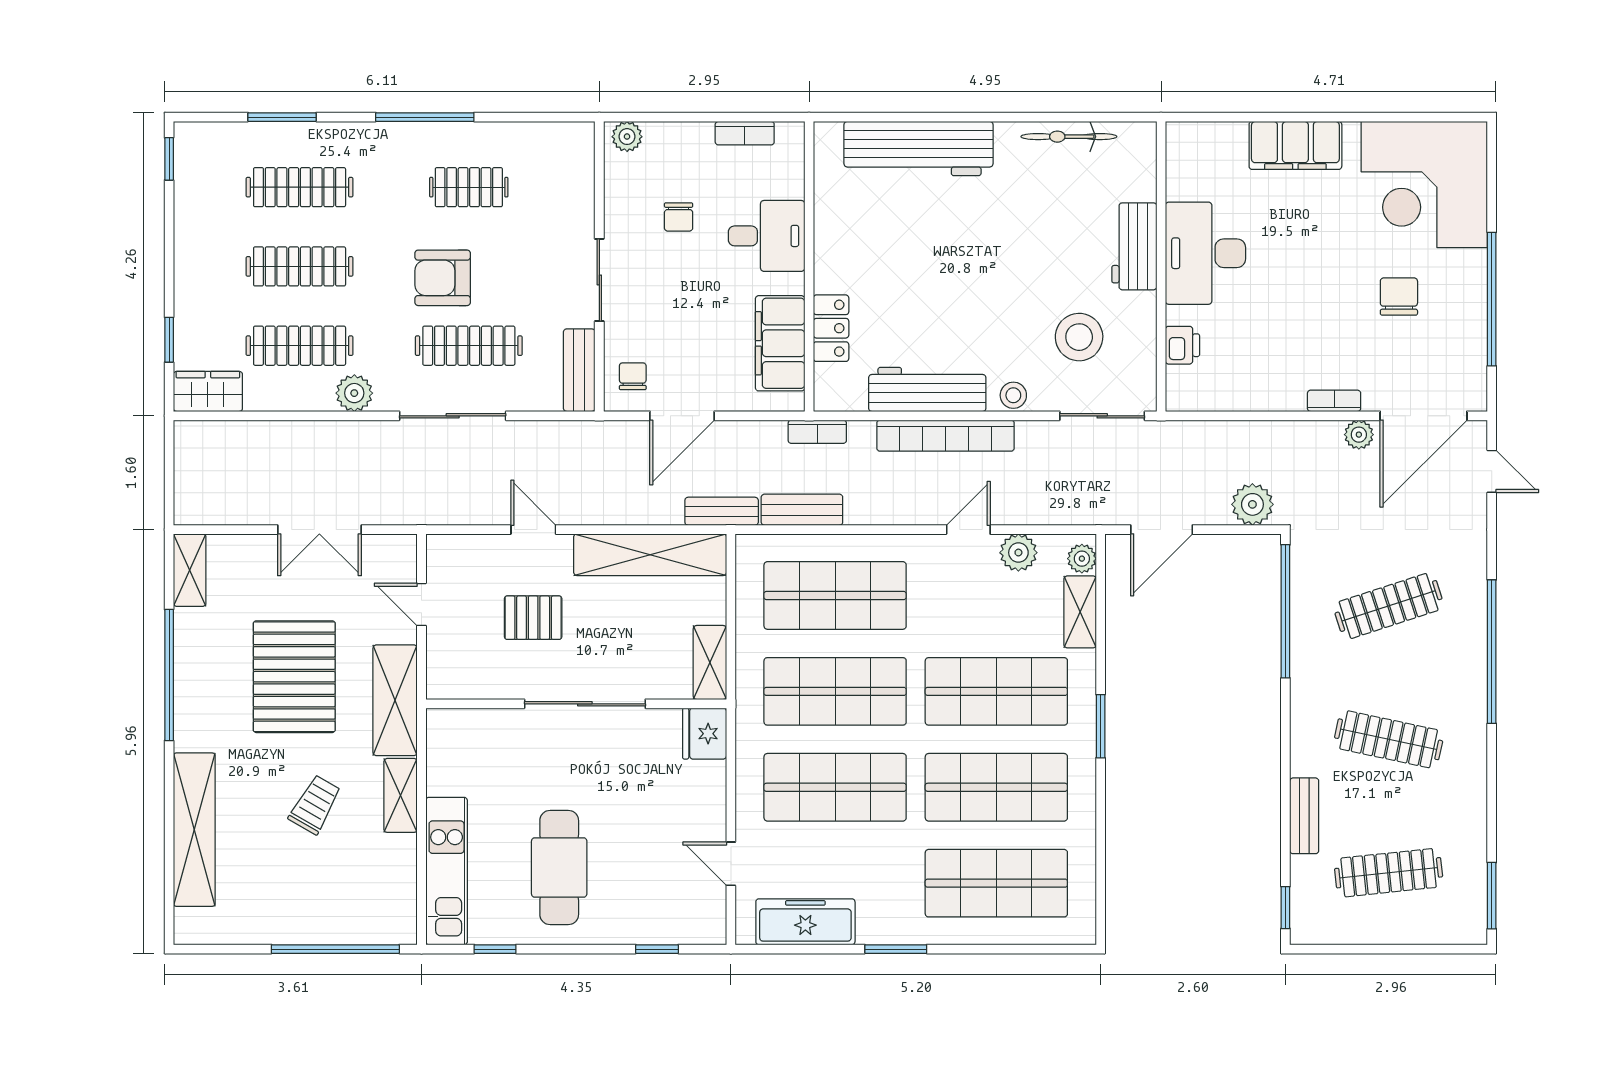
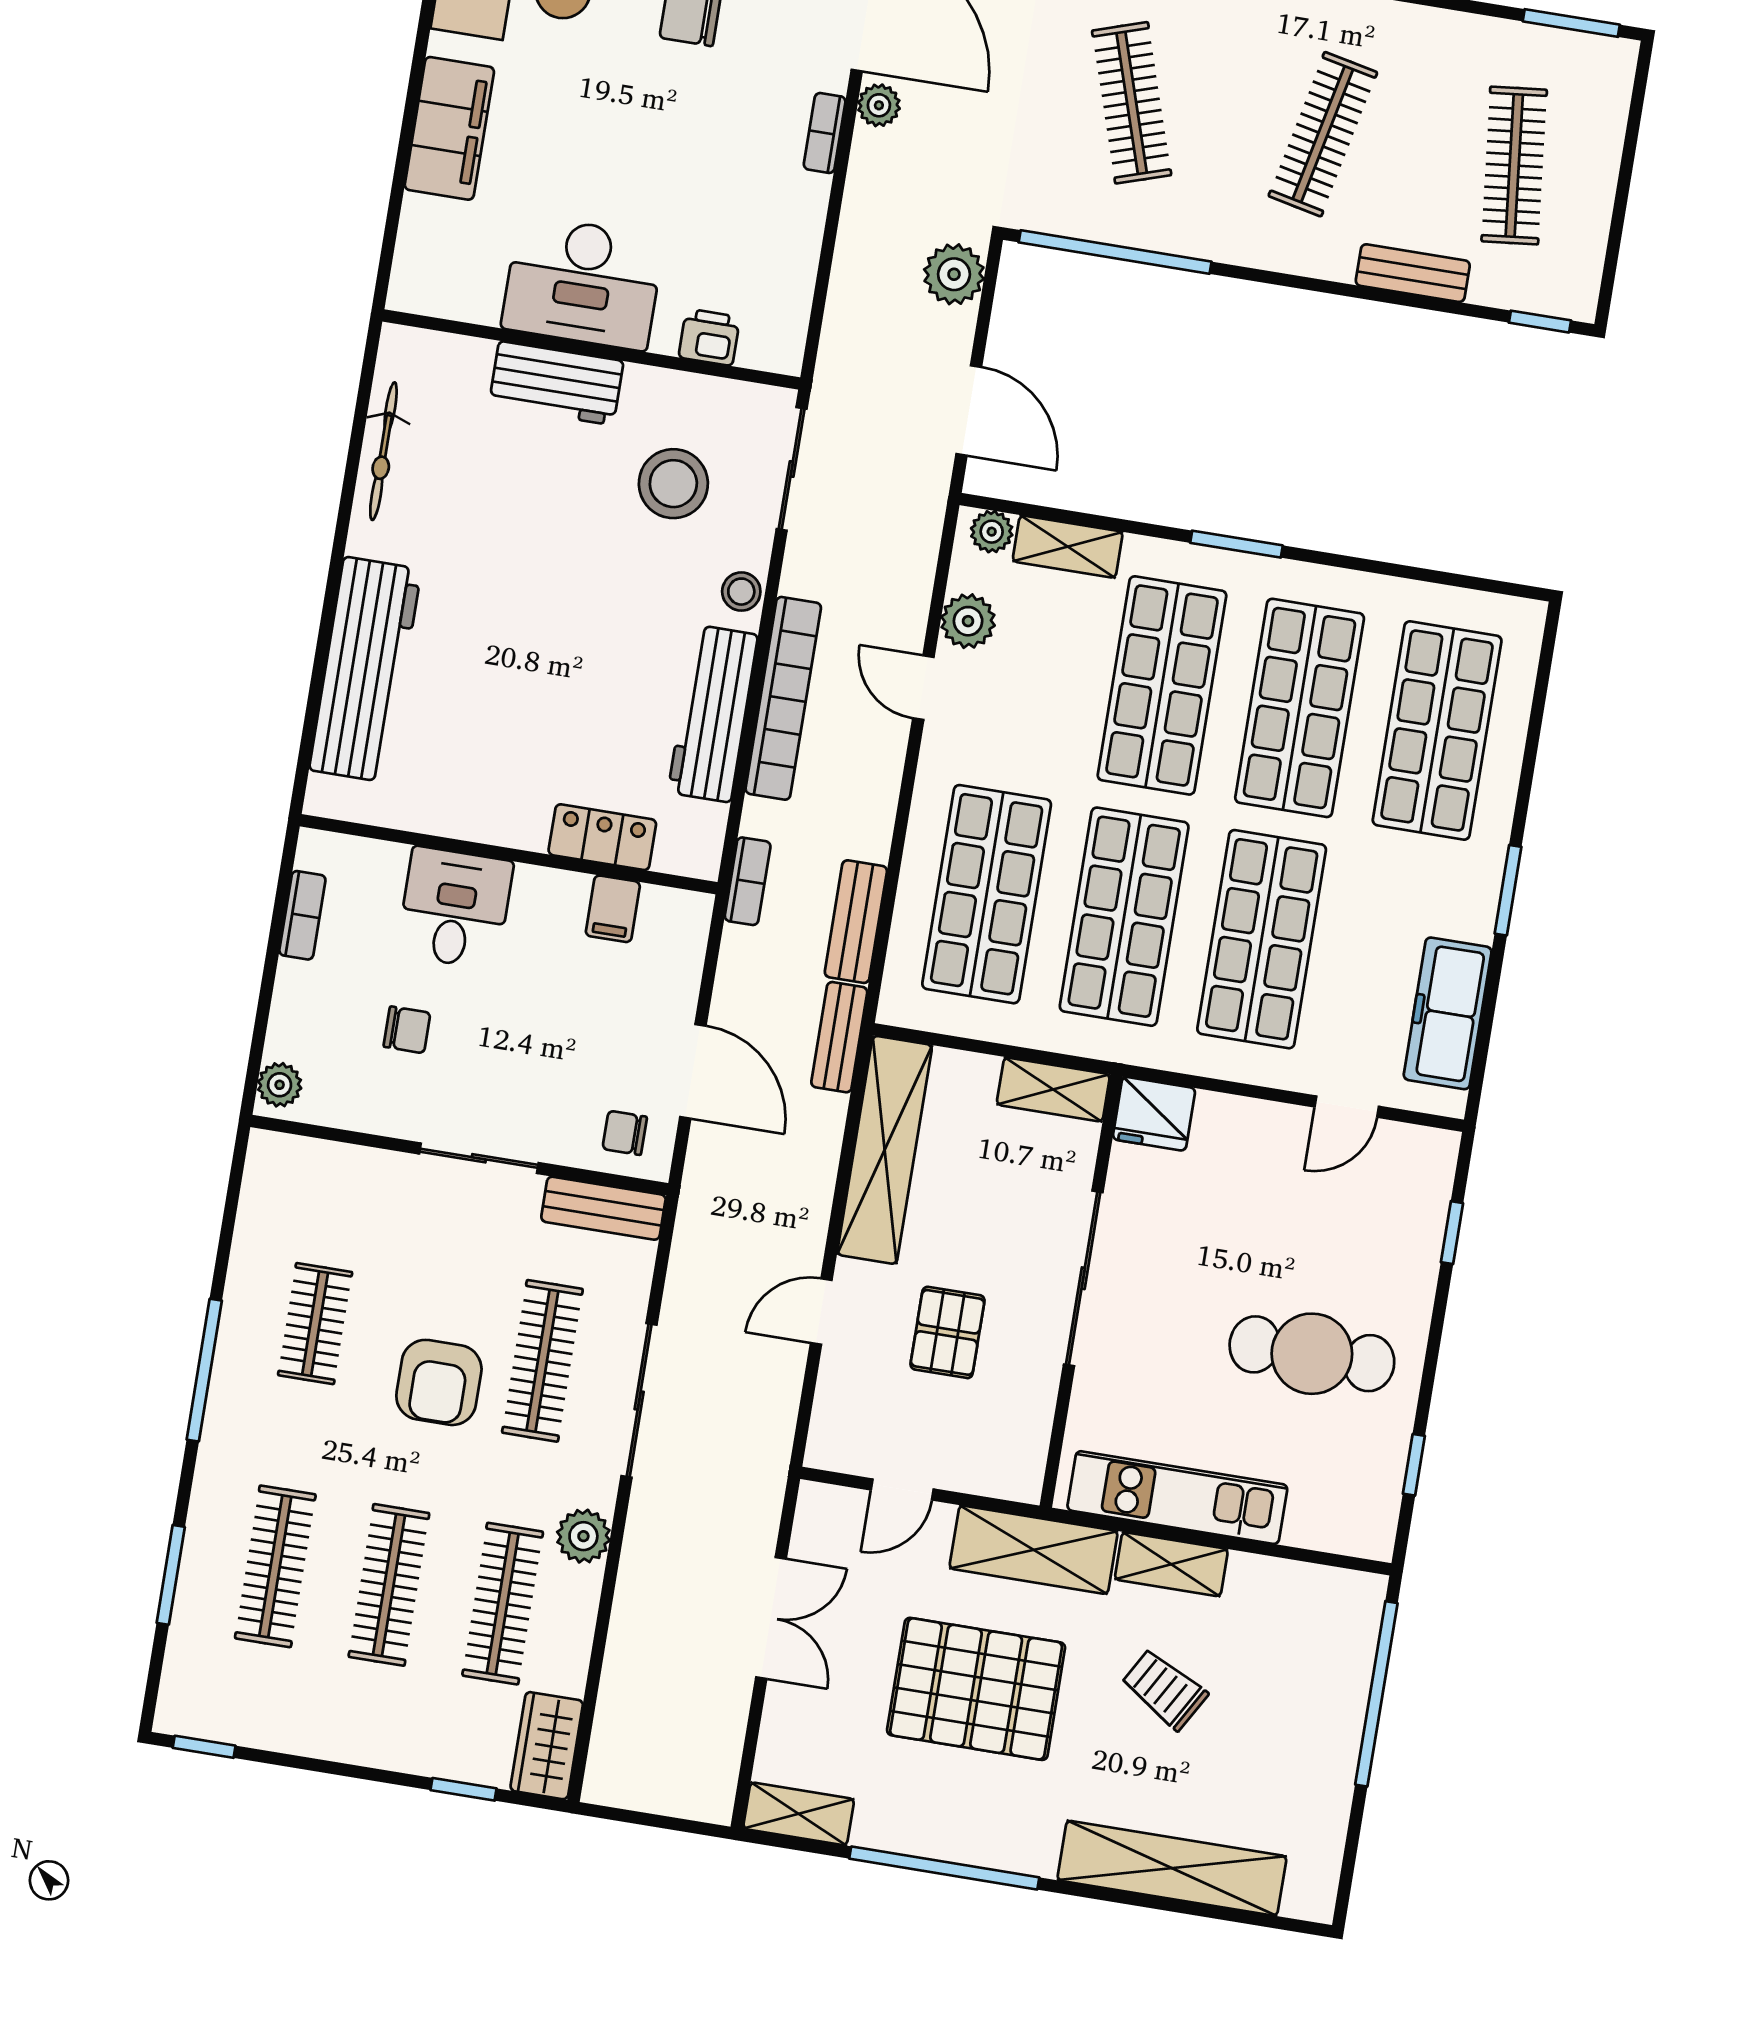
filing cabinet: (780, 343) -> (613, 909), width x0.33, depth x0.86
kitchen unit: (447, 871) -> (1177, 1498), moved

